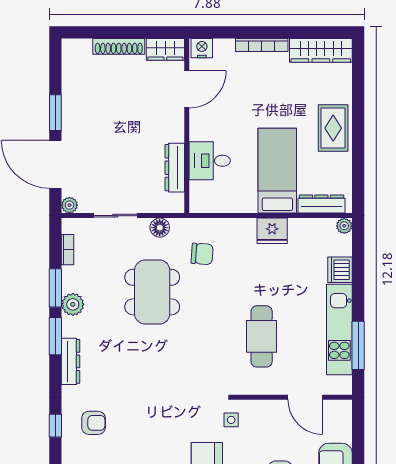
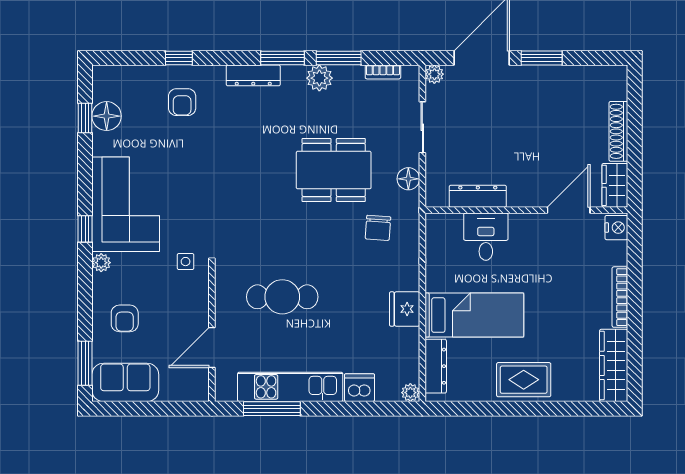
door: (187, 89) -> (569, 210), swing flipped

